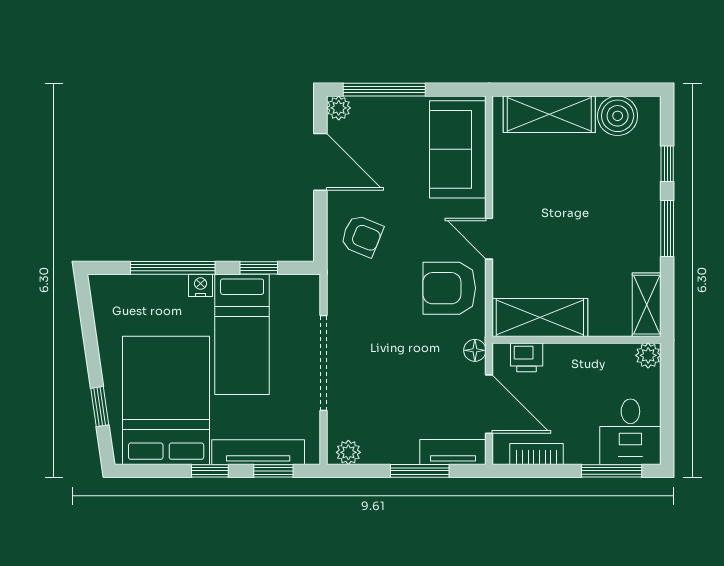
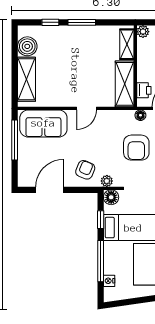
window: (384, 90) -> (15, 140), moved
plant: (339, 108) -> (107, 181), moved
nightstand: (200, 285) -> (109, 281), moved
armchair: (449, 288) -> (136, 148), moved
floor lamp: (305, 290) -> (111, 197), added
shelving: (647, 305) -> (127, 44), moved, turned 90

